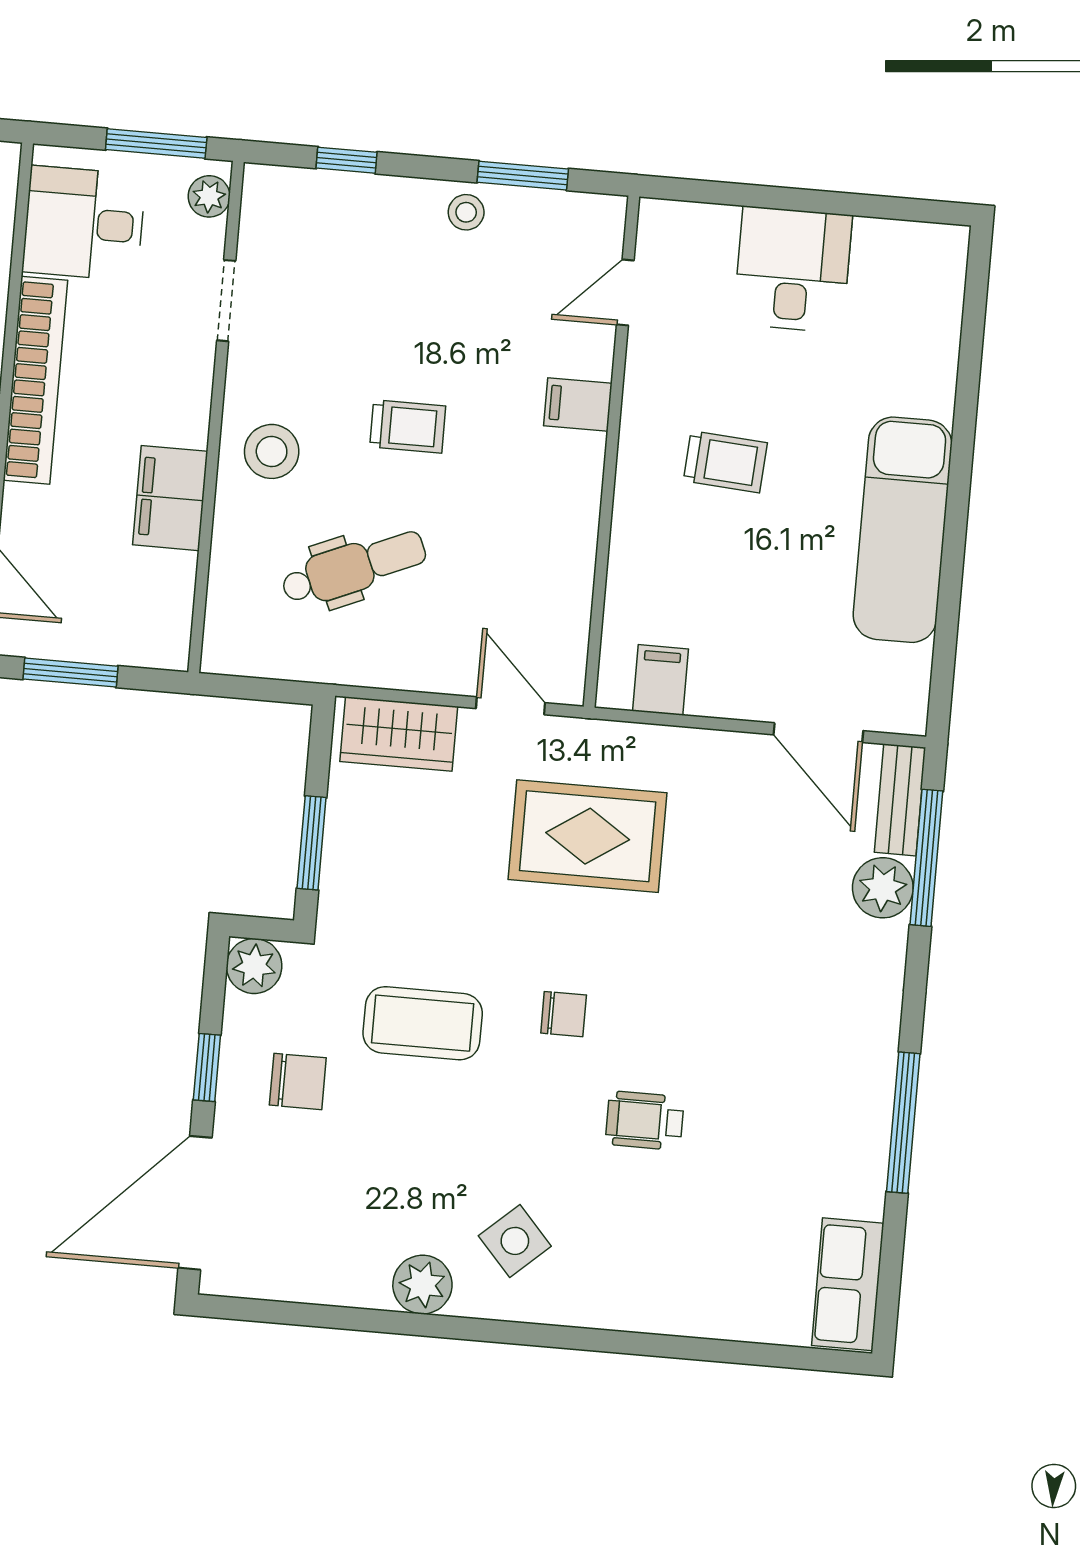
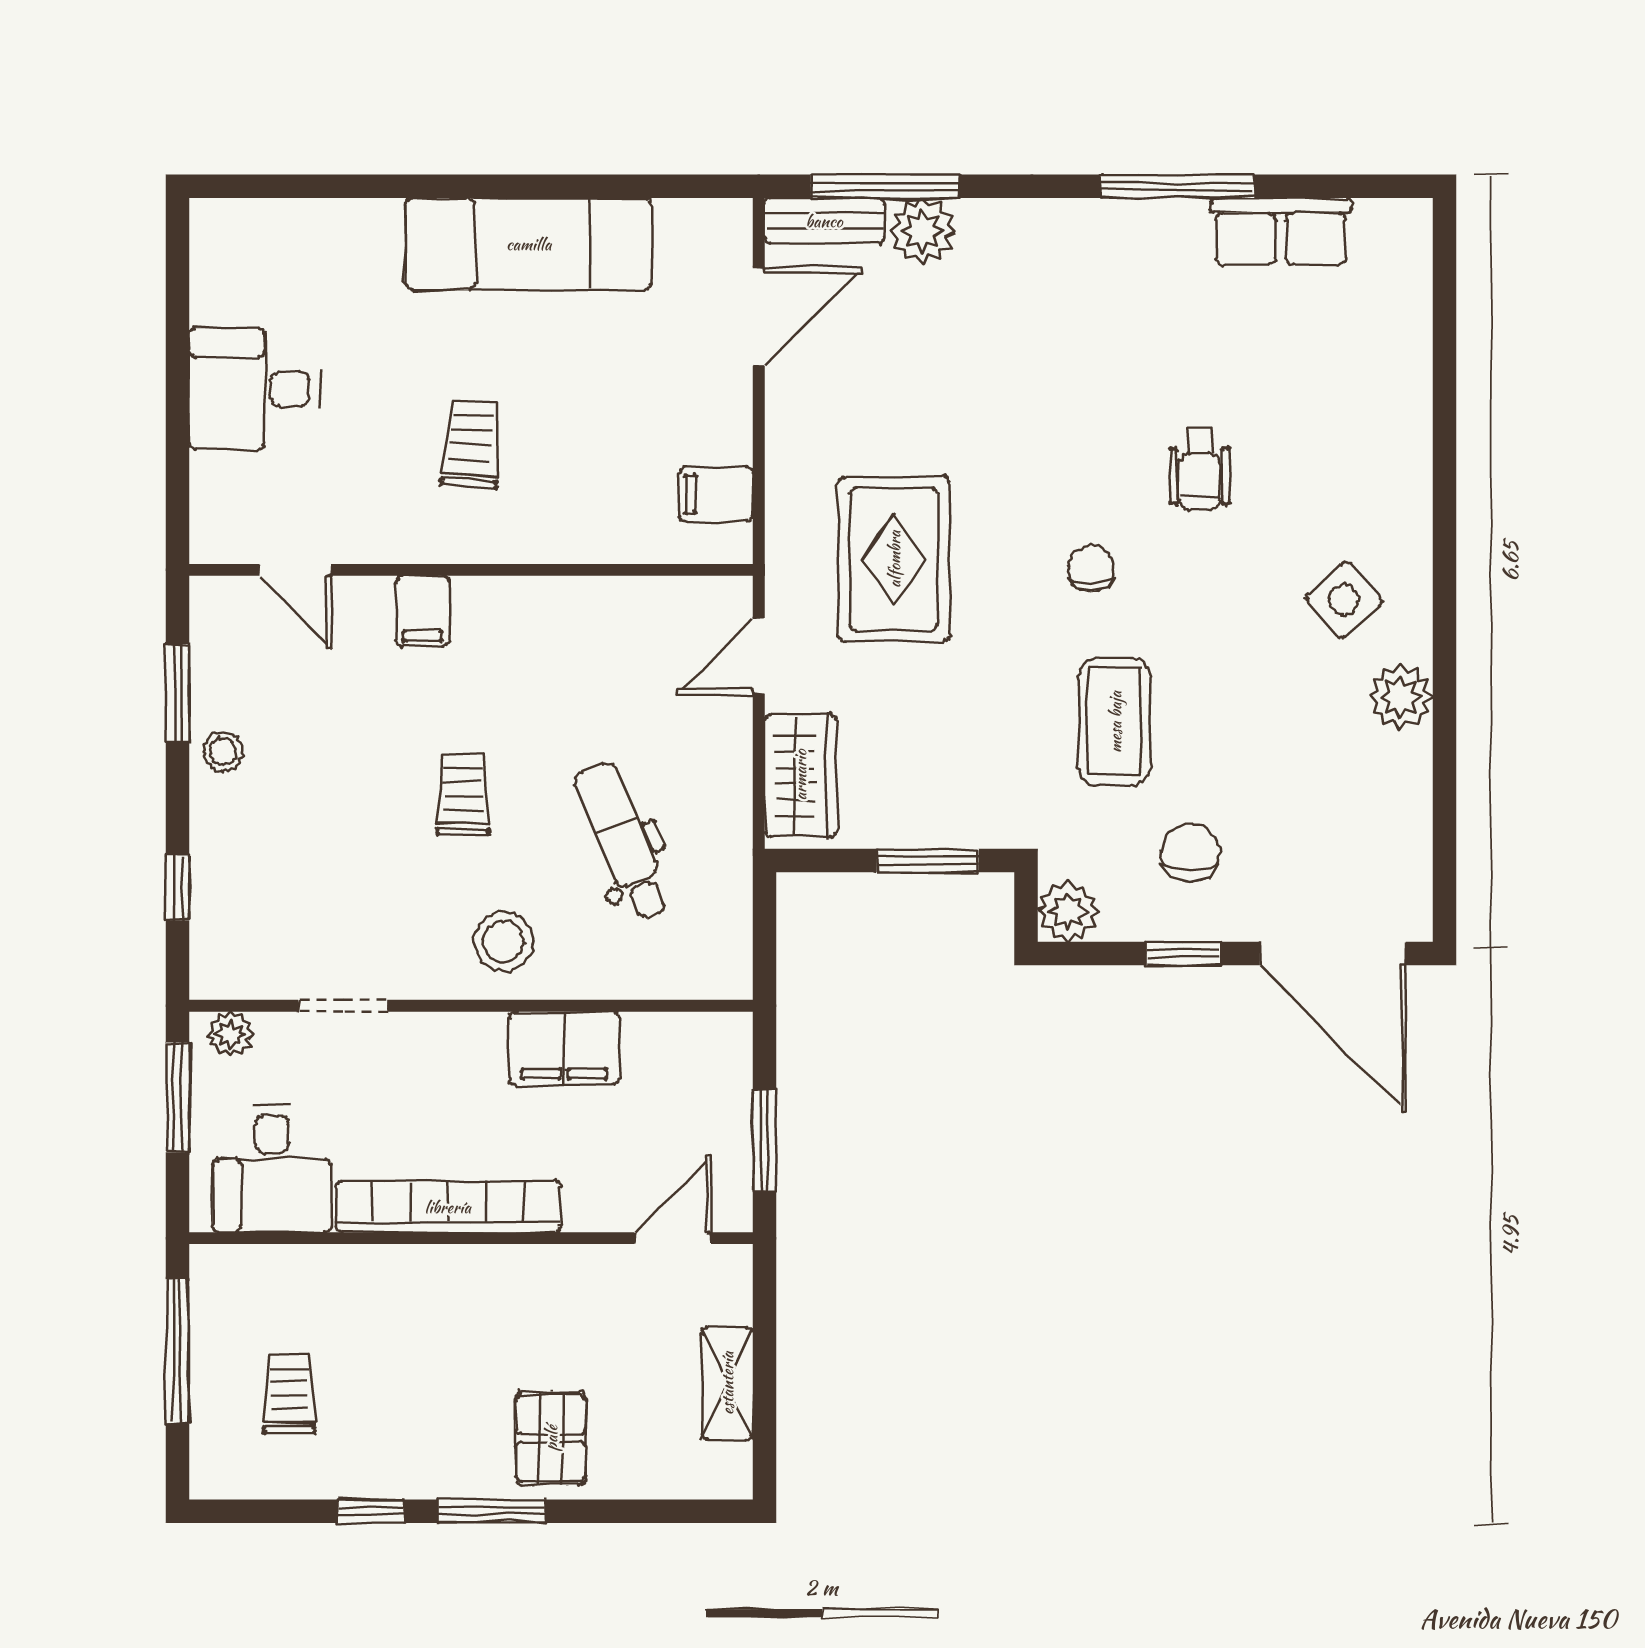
row of seats: (848, 1284) -> (1281, 232), moved

